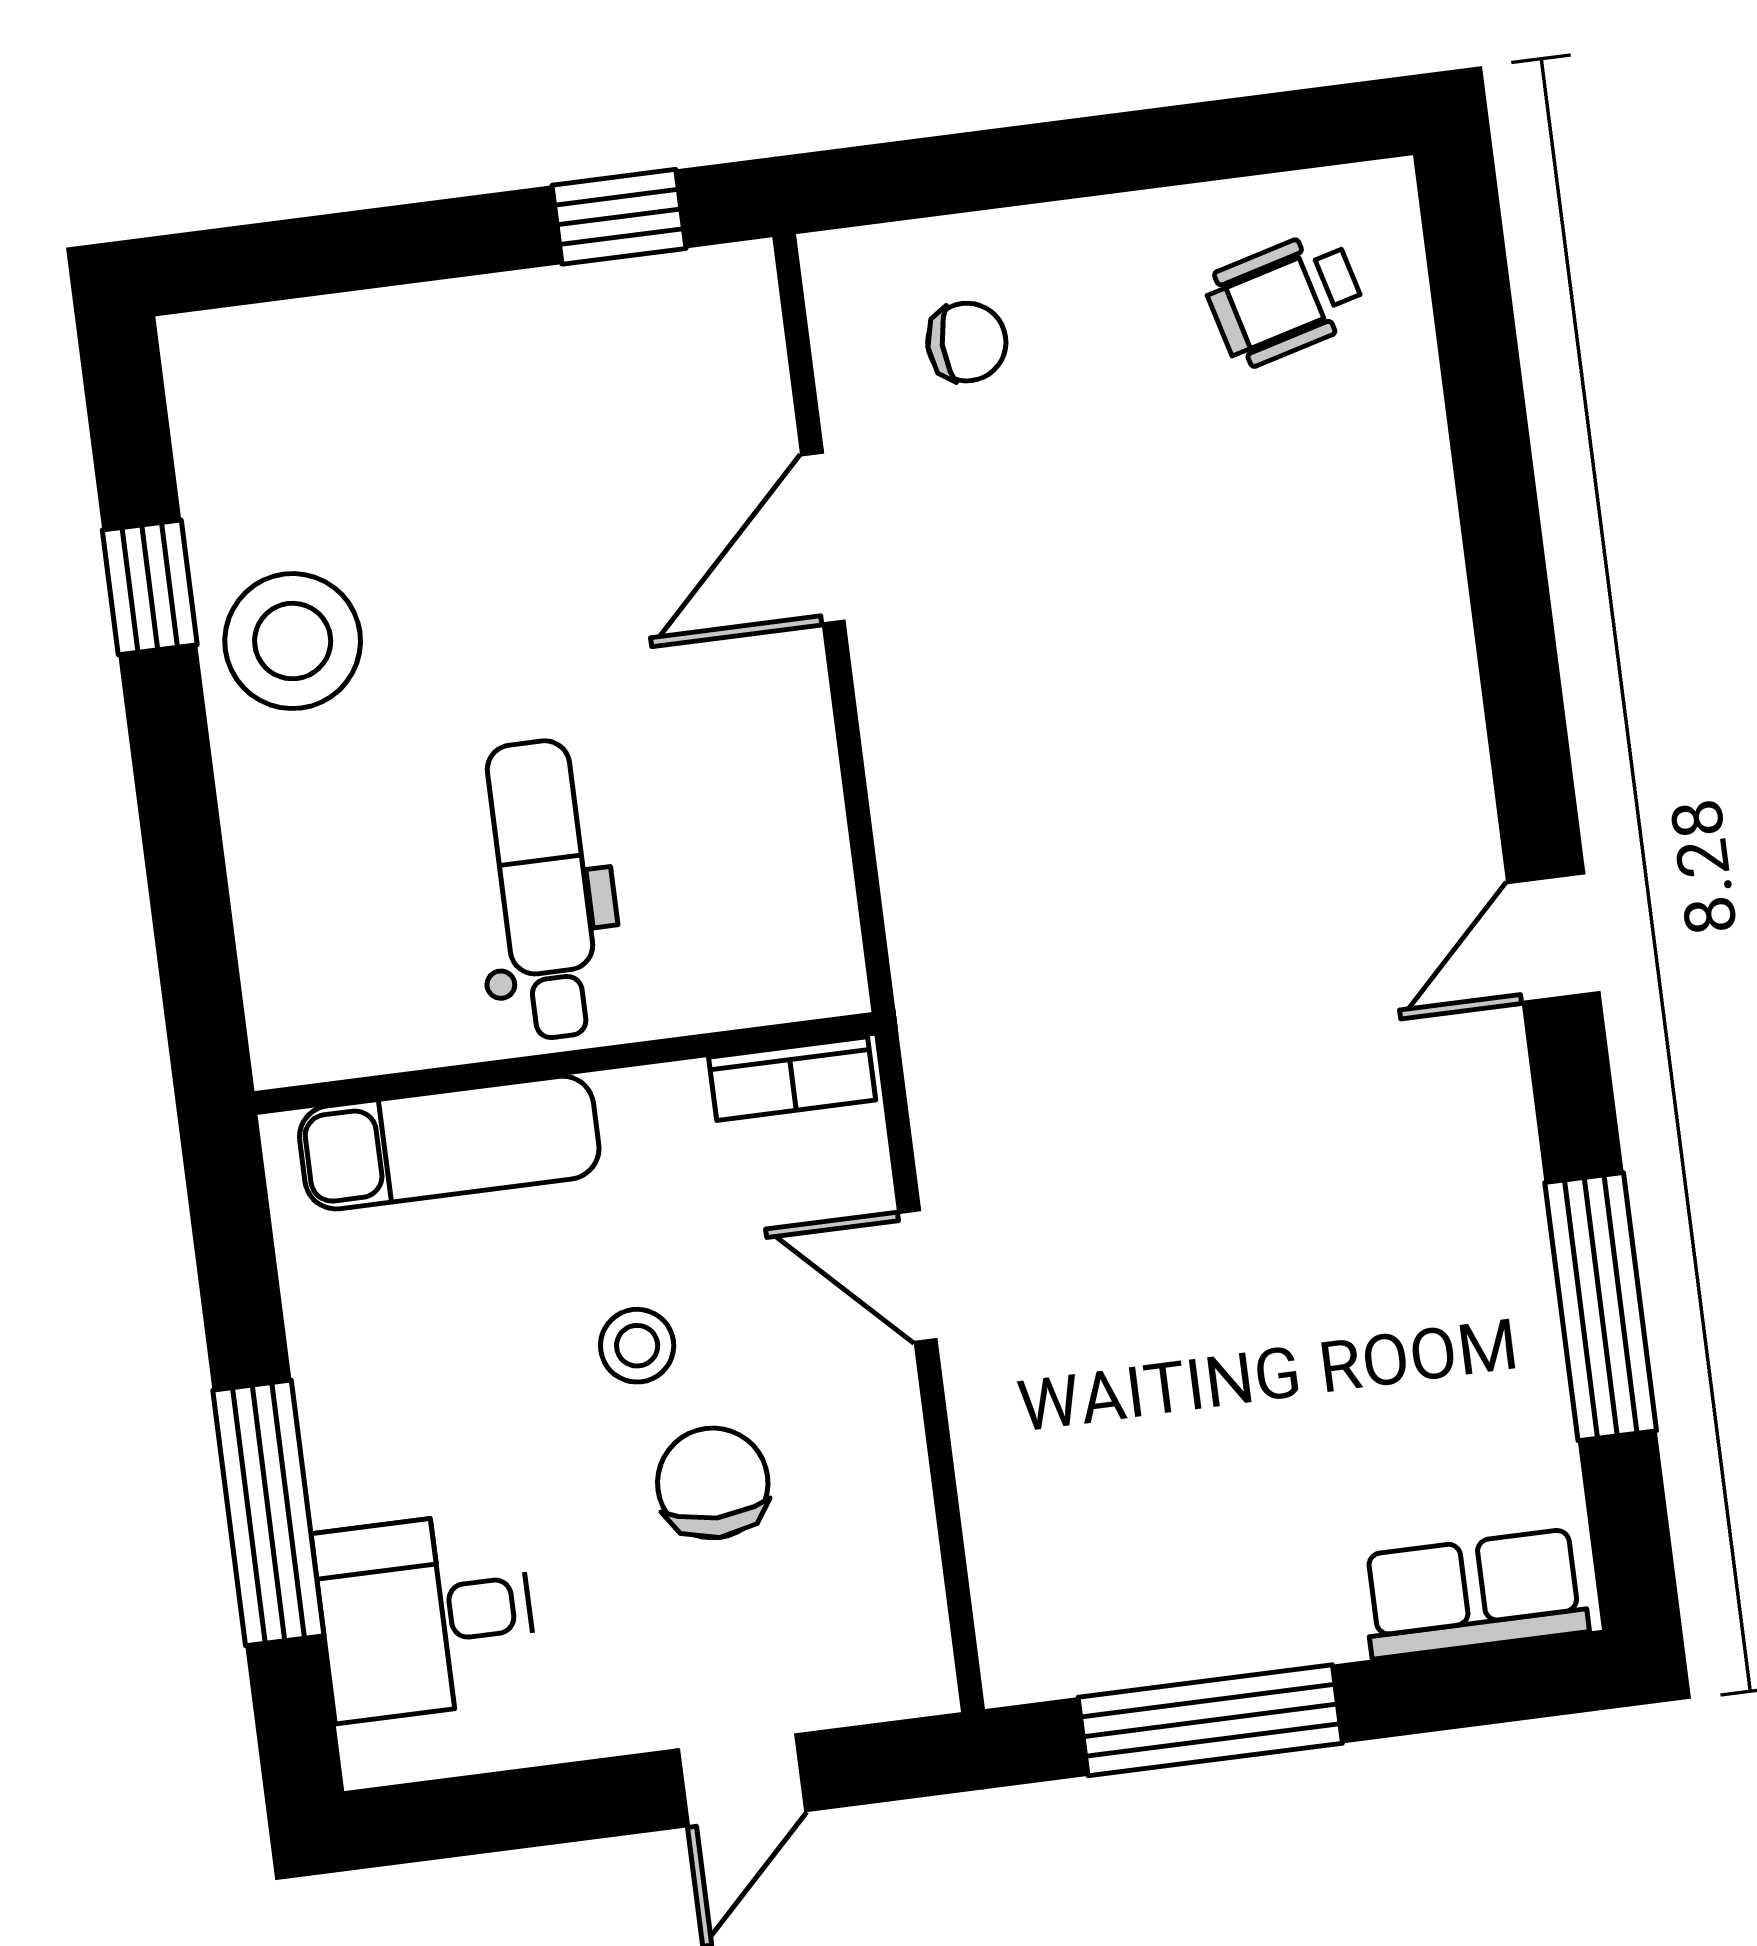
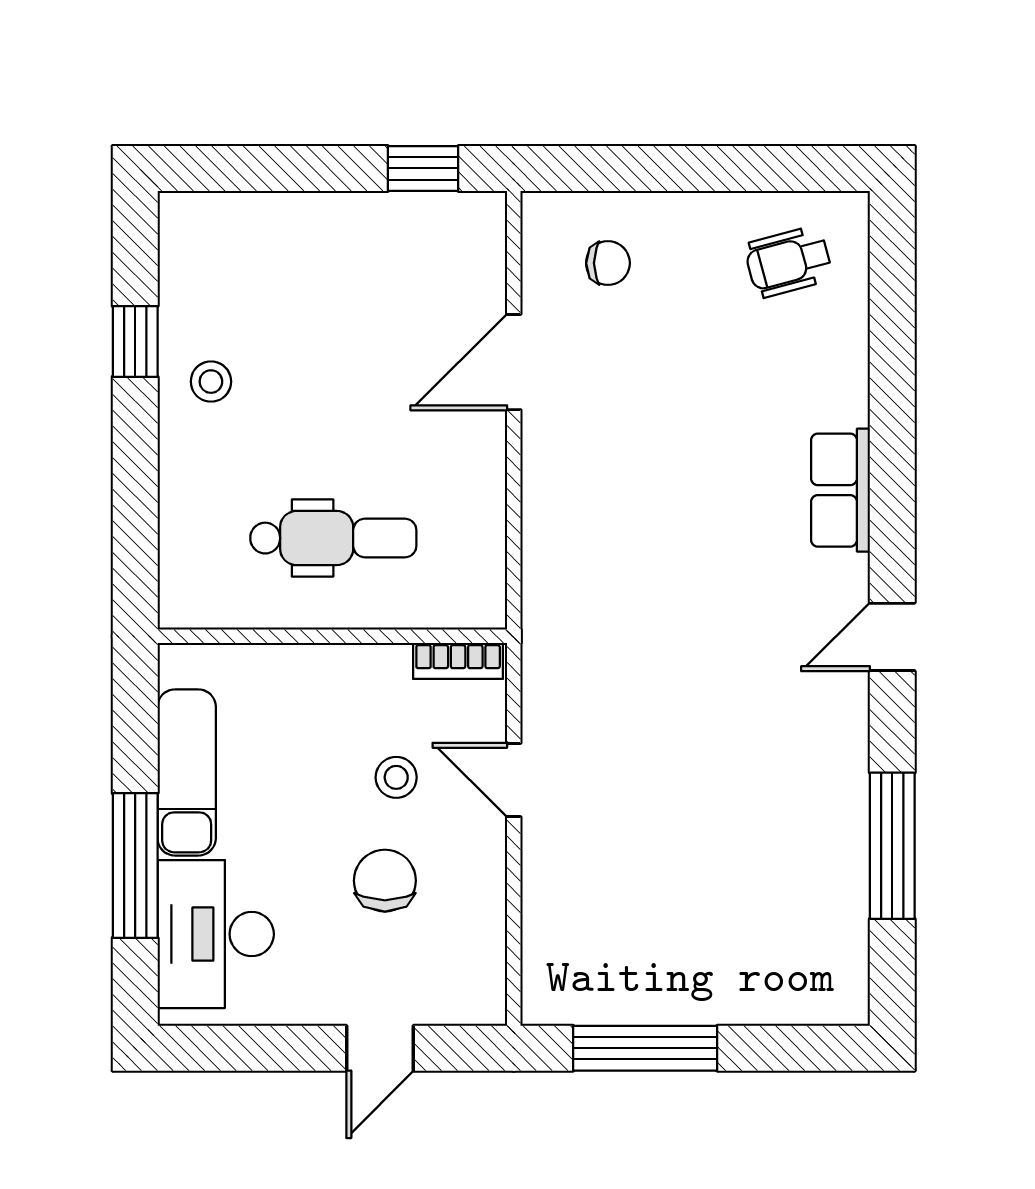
stool: (293, 641) -> (211, 382), width x0.53, depth x0.53
dental chair: (544, 890) -> (333, 538), turned 90
exam couch: (449, 1143) -> (187, 772), moved, turned -90
stool: (637, 1346) -> (396, 777), moved
row of seats: (1474, 1594) -> (840, 490), moved, turned -90
desk: (426, 1616) -> (216, 934), width x1.37

